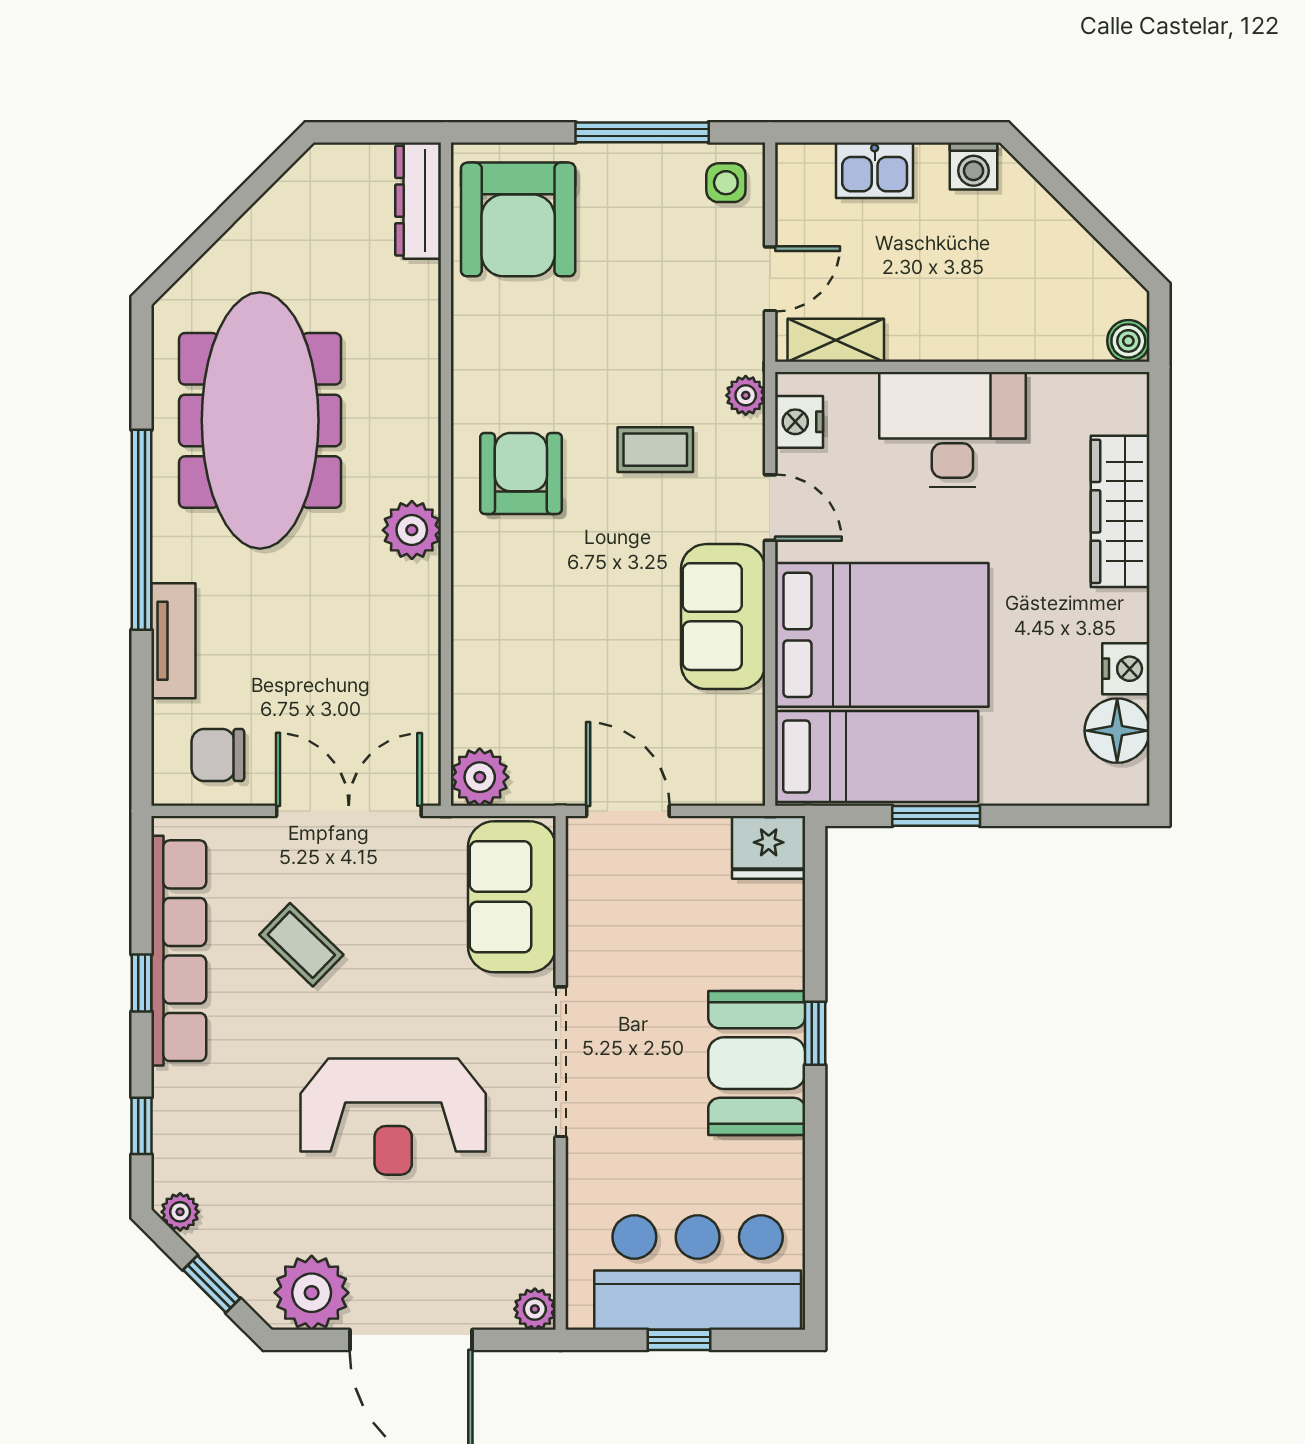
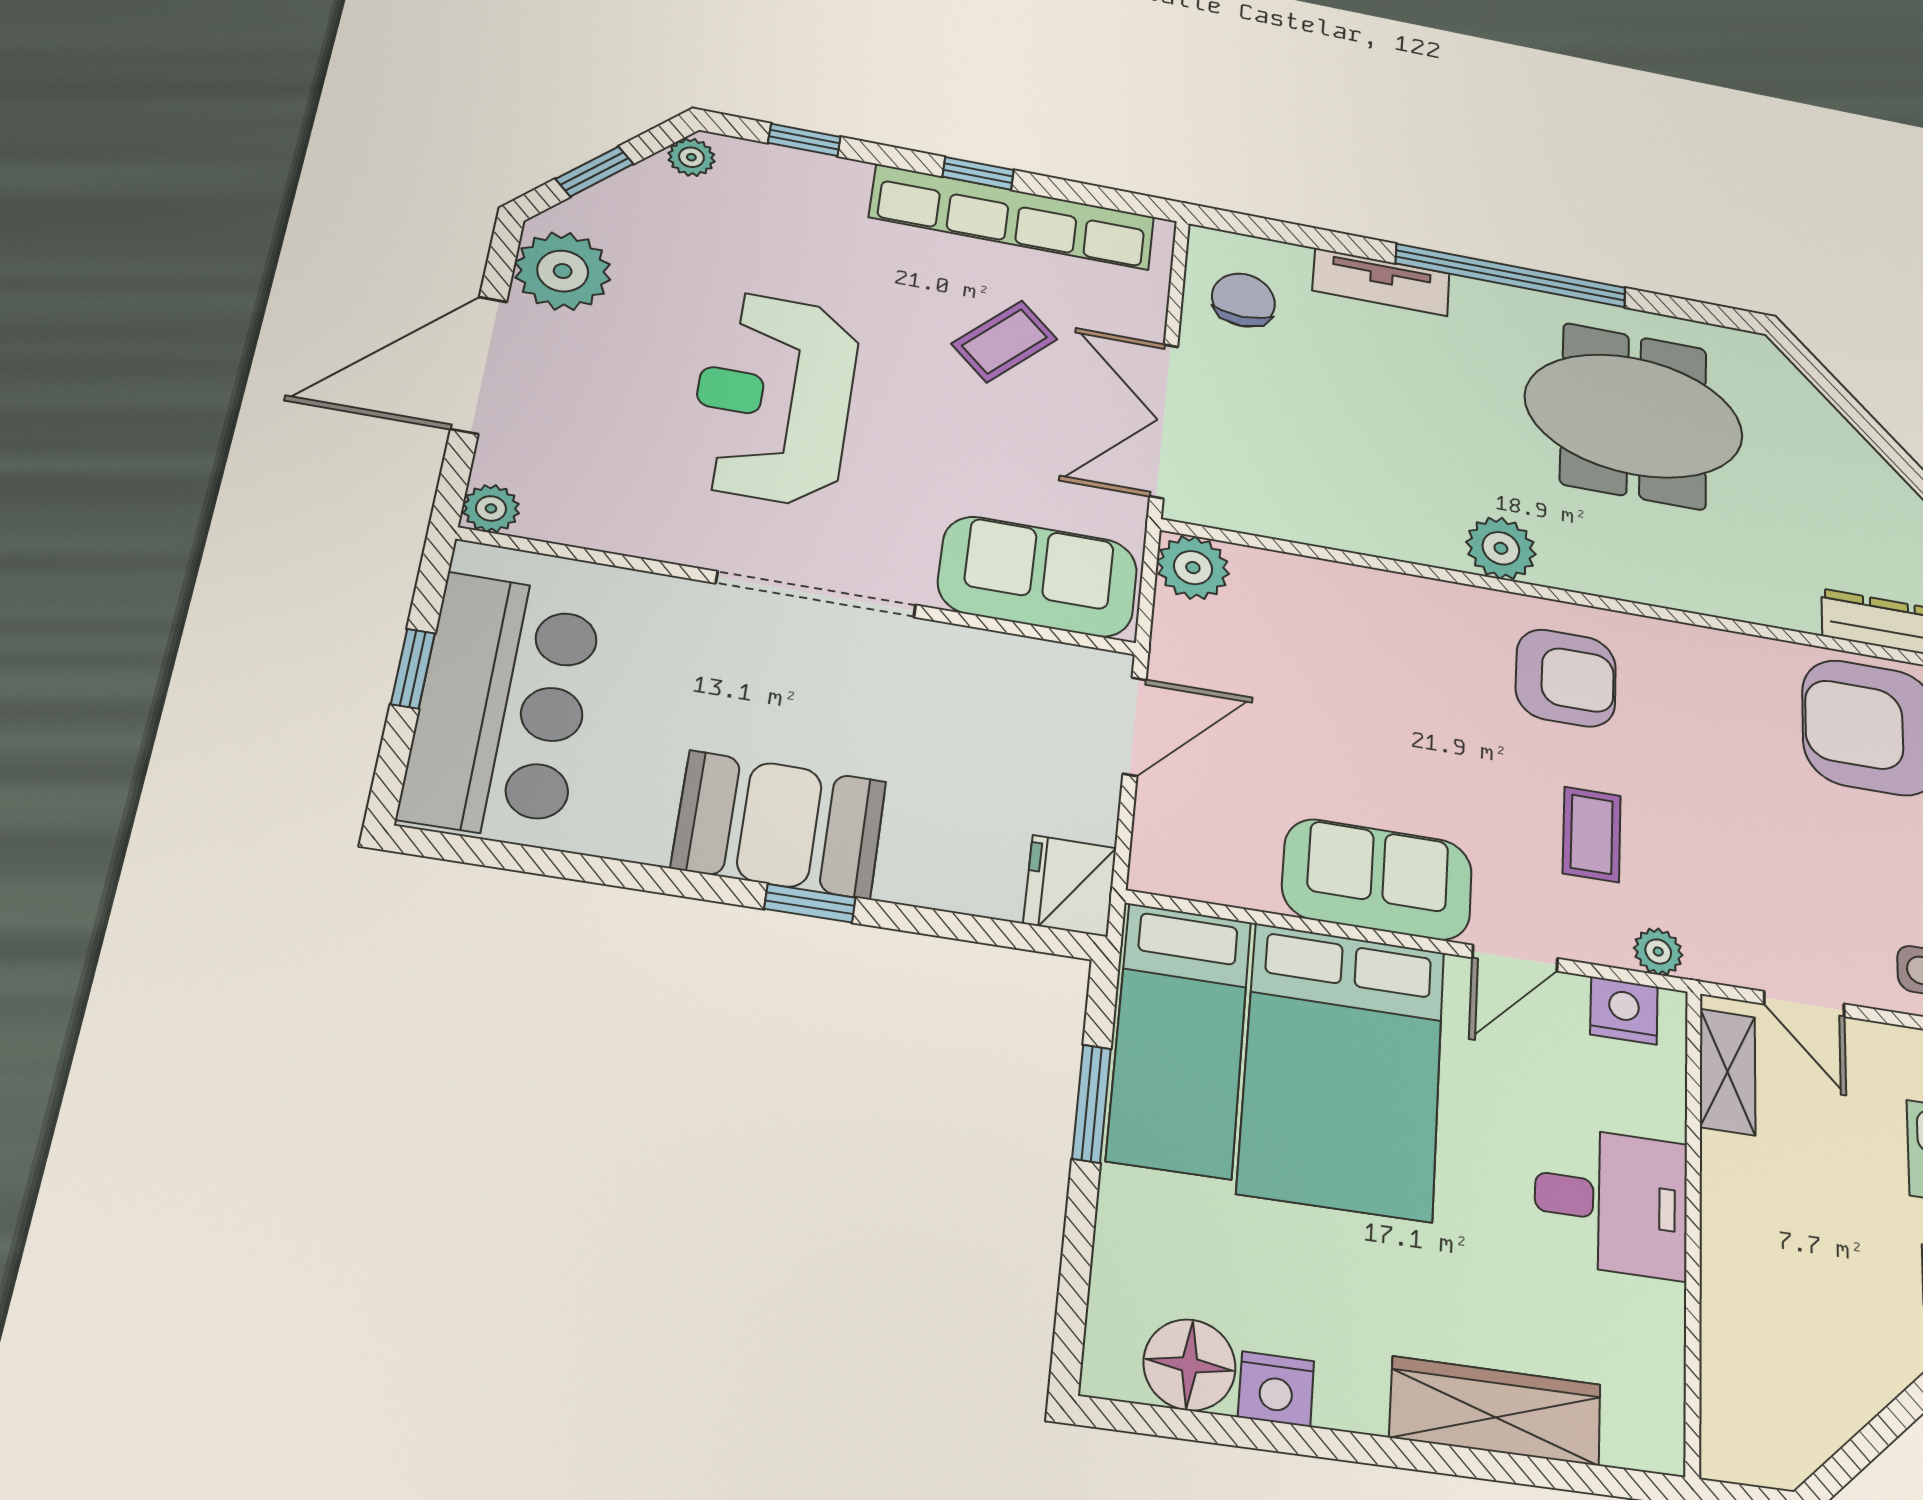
boiler: (1128, 341) -> (1727, 1454), removed
meeting table: (260, 420) -> (1634, 416), width x0.73
desk: (952, 429) -> (1611, 1202), width x0.73
double door: (349, 811) -> (1164, 421), swing flipped

